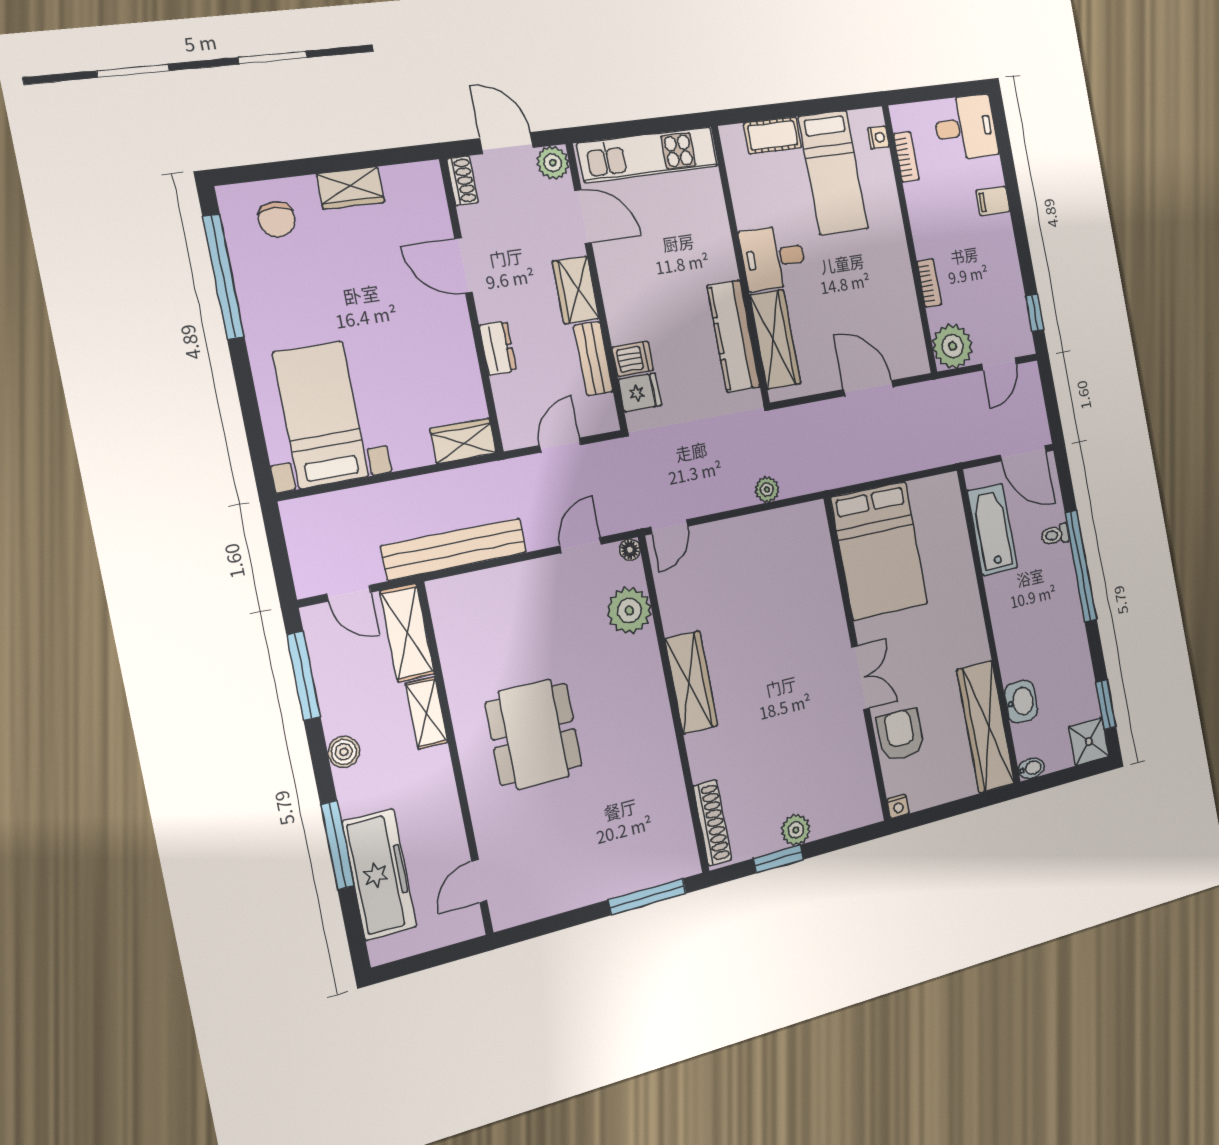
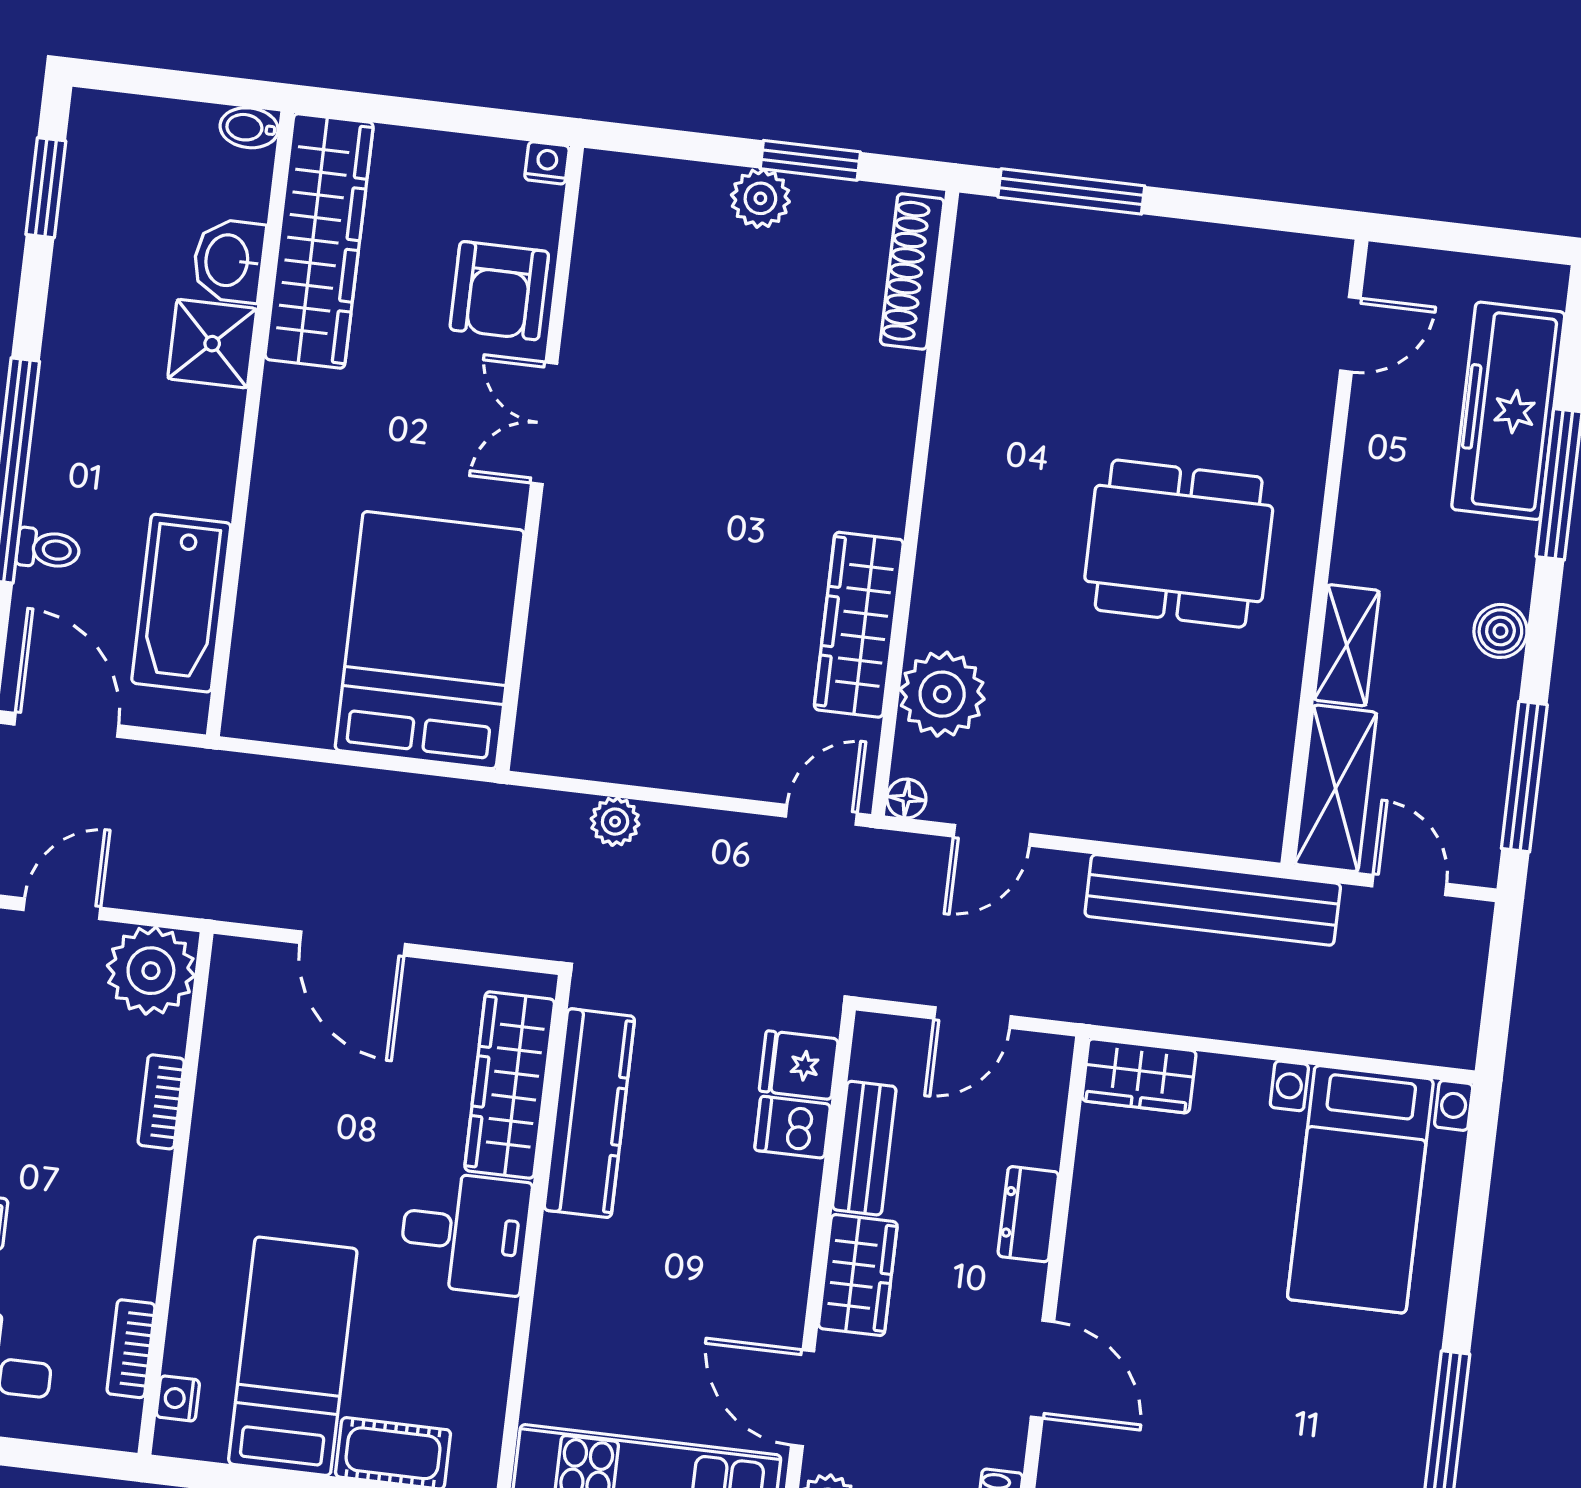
wardrobe: (691, 682) -> (859, 625), moved
dining table: (534, 734) -> (1179, 544), turned 90
shower: (1089, 742) -> (212, 344), moved

